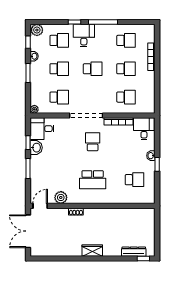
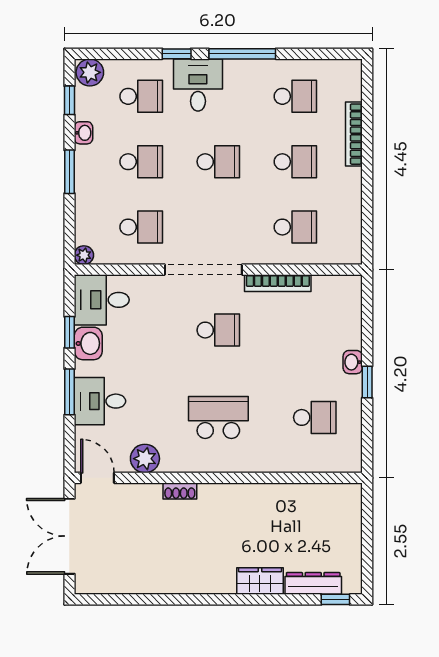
desk: (144, 129) -> (100, 401), moved, turned -90
school desk: (93, 142) -> (218, 330), turned 90
school desk: (93, 180) -> (218, 417), turned 180
door: (40, 206) -> (97, 478), hinge flipped
wardrobe: (92, 251) -> (260, 581), moved

